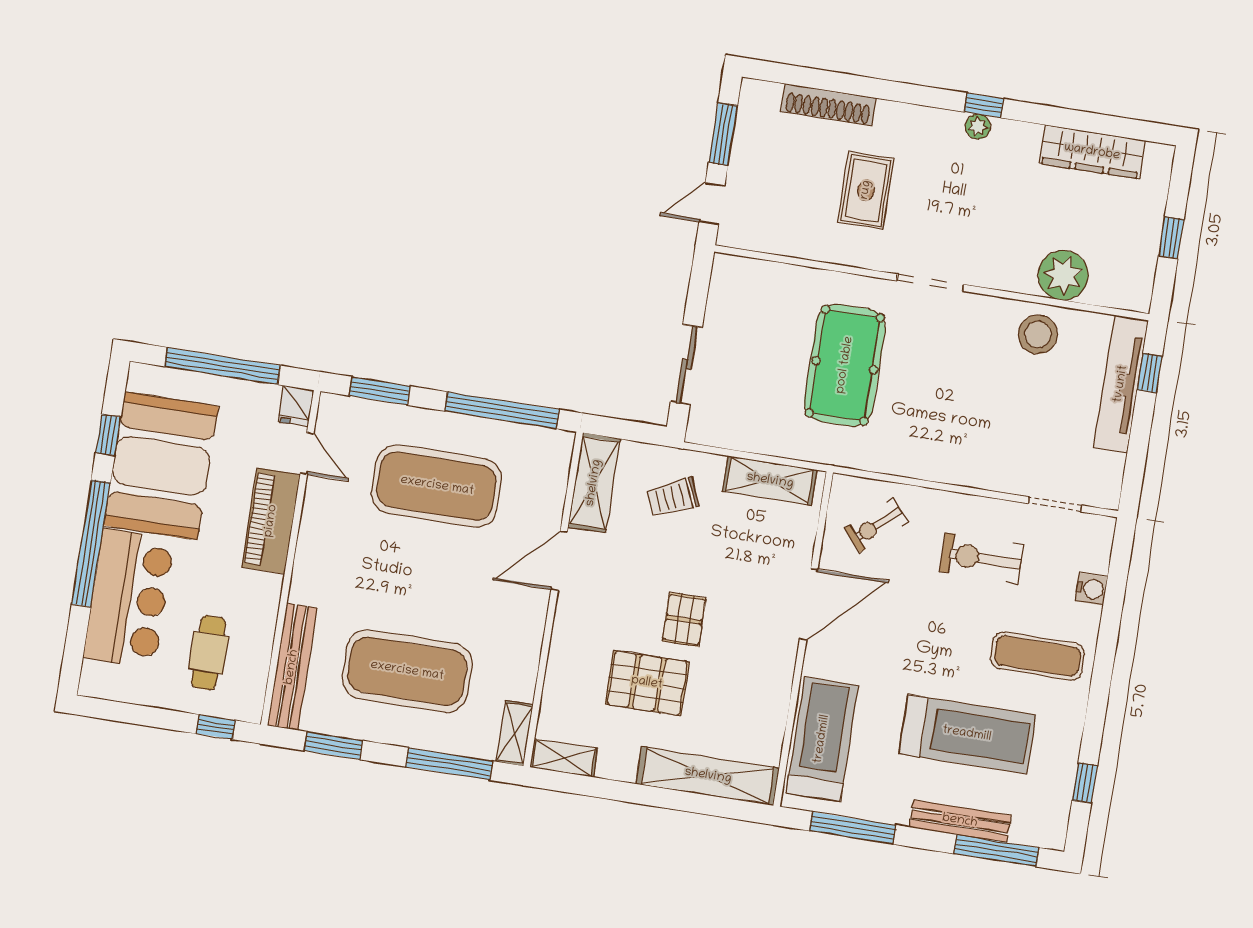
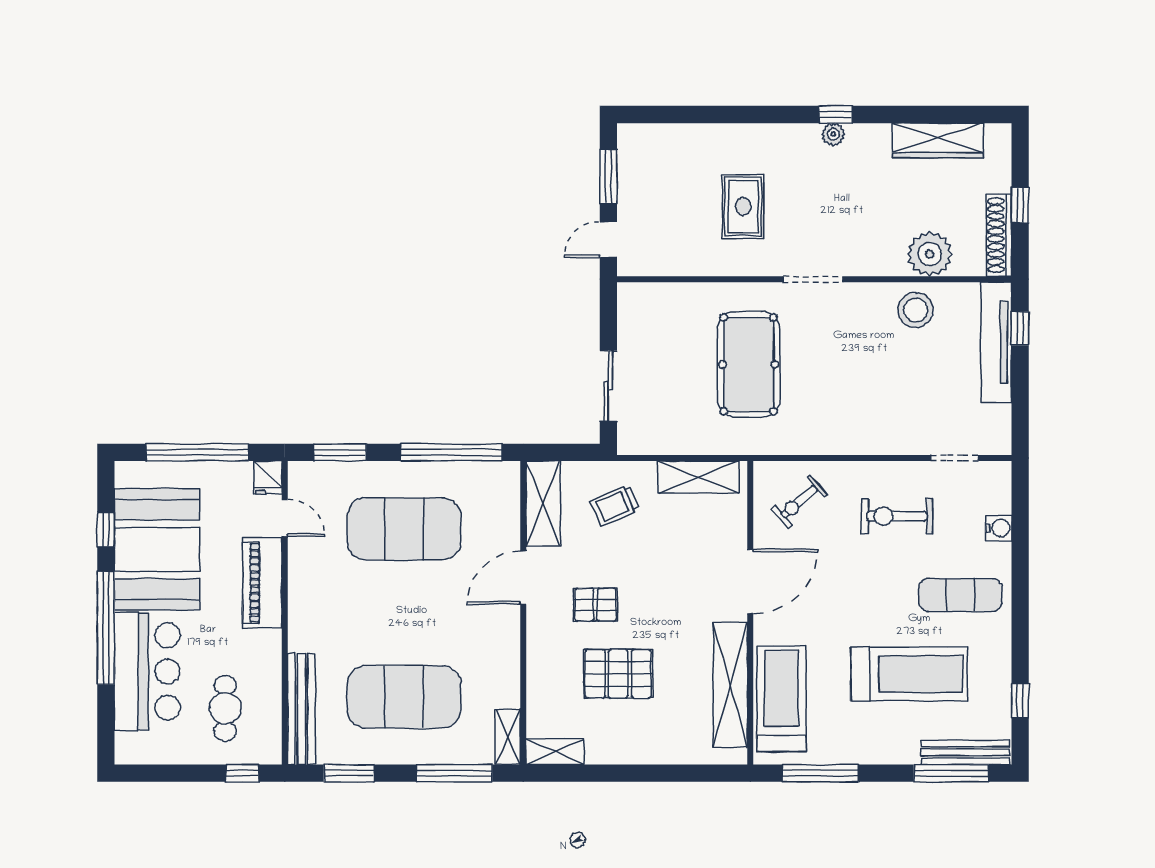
shoe rack: (828, 105) -> (999, 235), moved, turned 90
pallet: (684, 620) -> (595, 605), moved, turned 90
shelving: (708, 776) -> (730, 685), moved, turned 90
bench: (960, 821) -> (965, 752), moved

